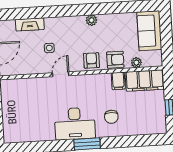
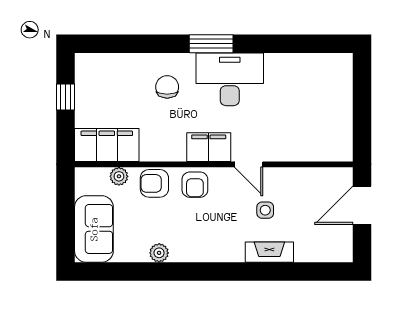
plant: (91, 20) -> (159, 253), moved
fireplace: (30, 24) -> (269, 252), moved
door: (61, 74) -> (249, 164), hinge flipped
filing cabinet: (118, 81) -> (209, 147), moved, width x2.00

